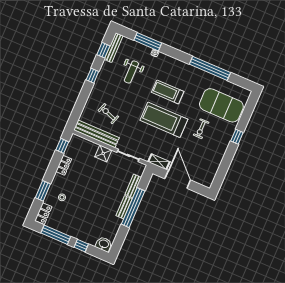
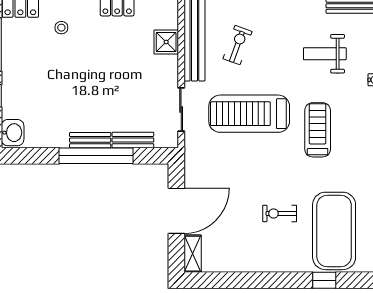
treadmill: (164, 120) -> (249, 114), moved, turned -90
window: (237, 137) -> (324, 280), moved
shower: (103, 153) -> (166, 42), moved
shelving: (159, 162) -> (193, 254), moved

